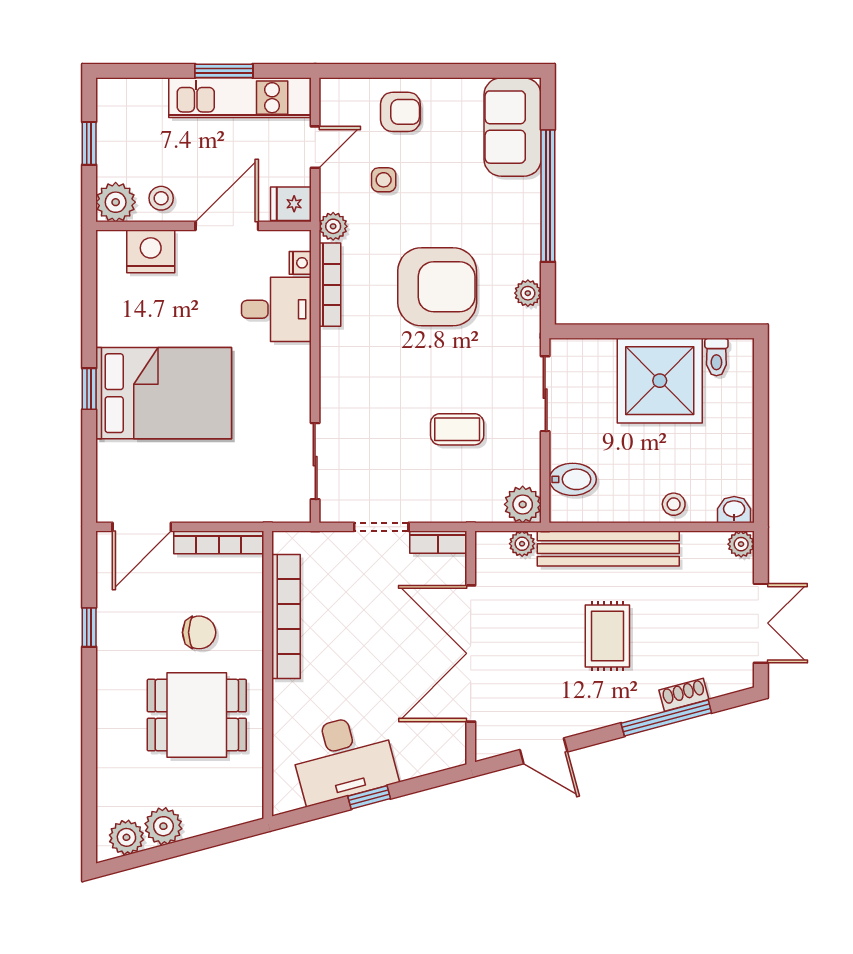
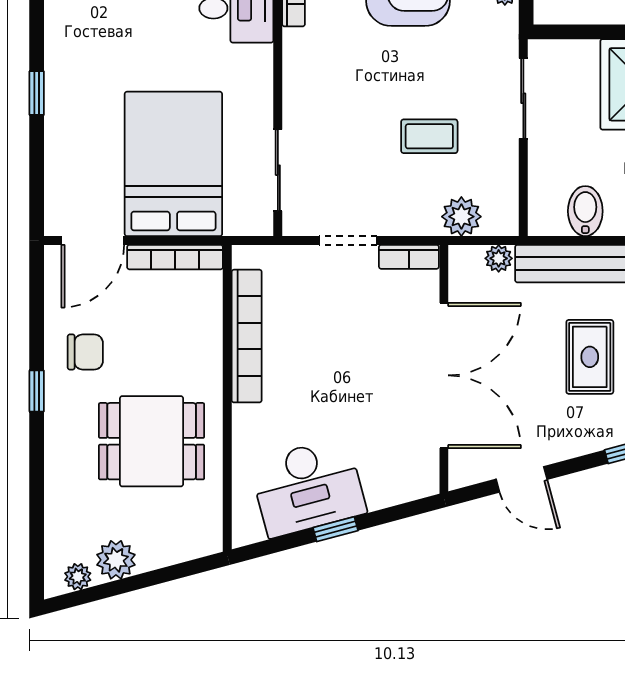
bed: (164, 393) -> (173, 164), moved, turned -90
bidet: (573, 479) -> (585, 211), moved, turned -90
plant: (523, 504) -> (461, 217), moved
window: (89, 627) -> (37, 391), moved
chair: (199, 632) -> (85, 352), moved
double door: (471, 653) -> (444, 375), swing flipped
plant: (126, 837) -> (78, 577), width x0.73, depth x0.73

